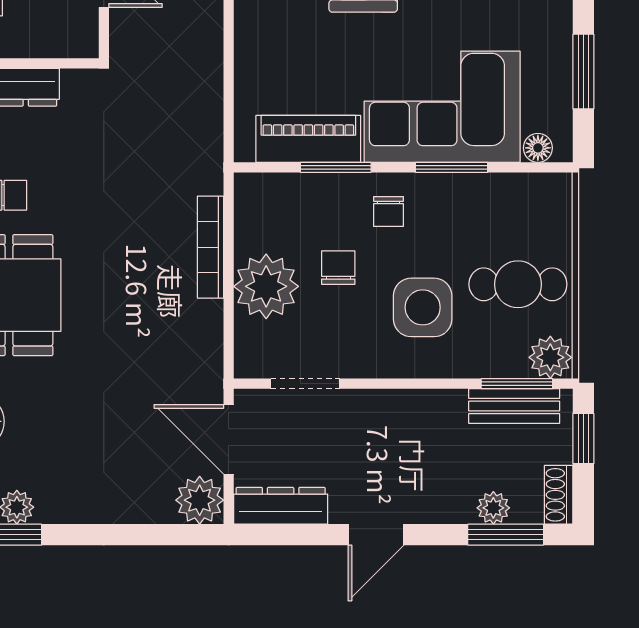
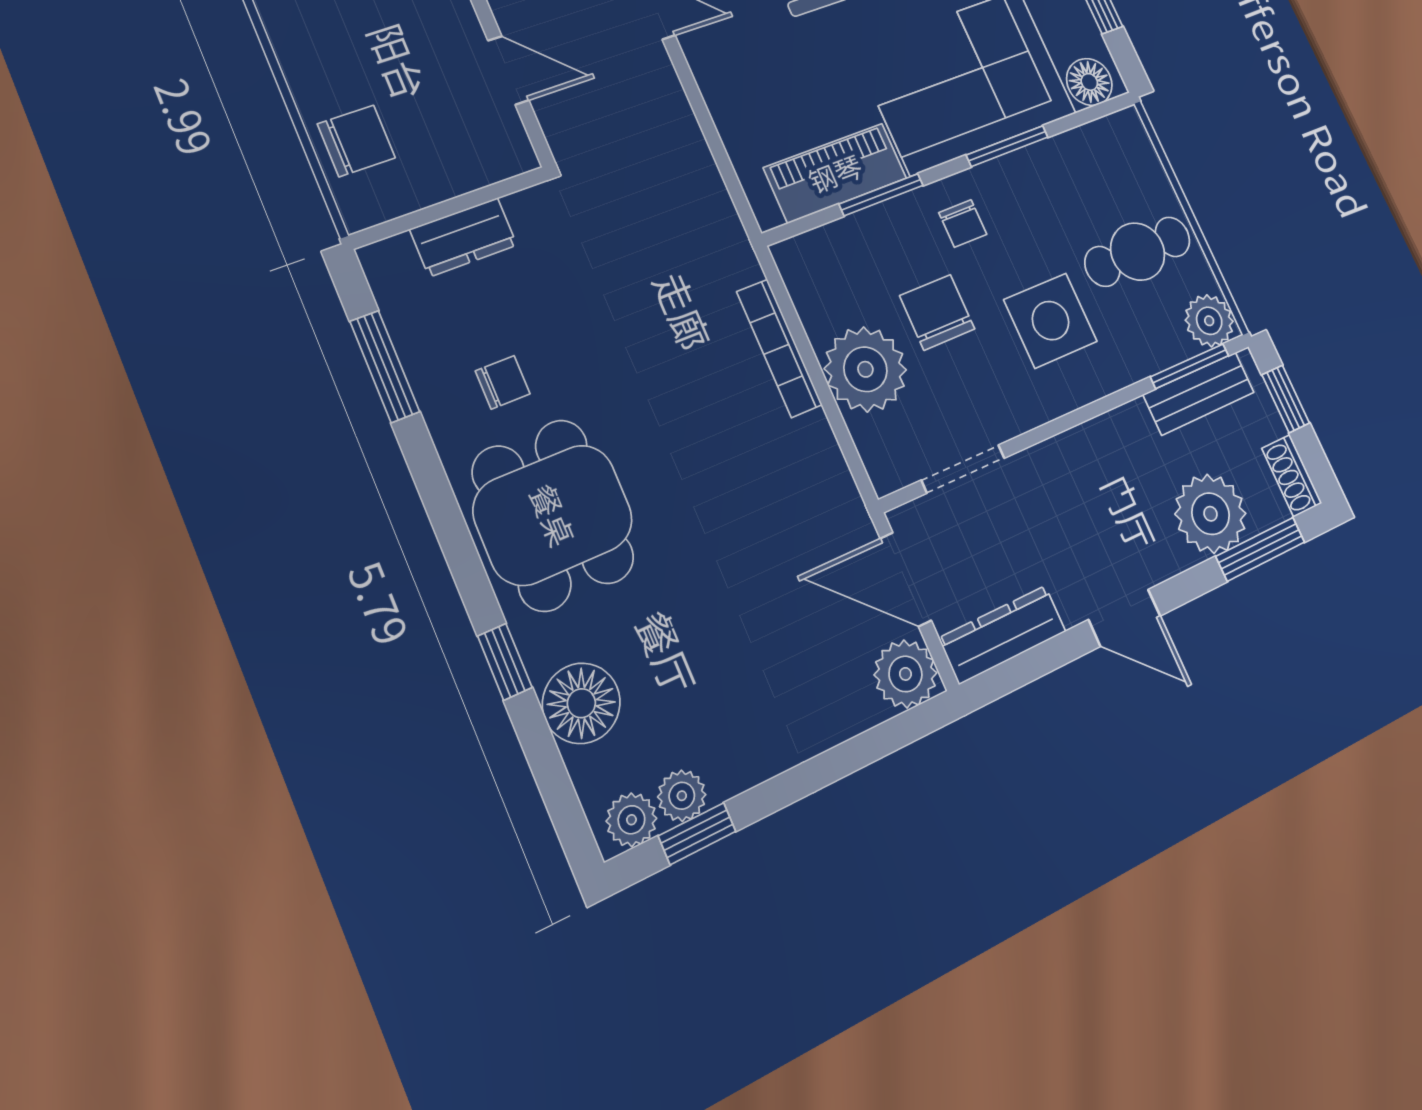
floor lamp: (538, 148) -> (1089, 82), width x1.37, depth x1.37
chair: (338, 268) -> (937, 312), width x1.37, depth x1.37
plant: (493, 508) -> (1211, 514), width x1.88, depth x1.88
door: (376, 535) -> (1125, 618), hinge flipped

